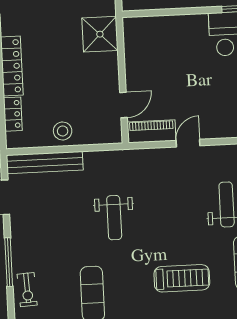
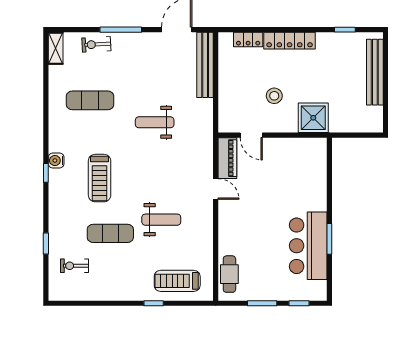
stool: (63, 131) -> (274, 96), moved

